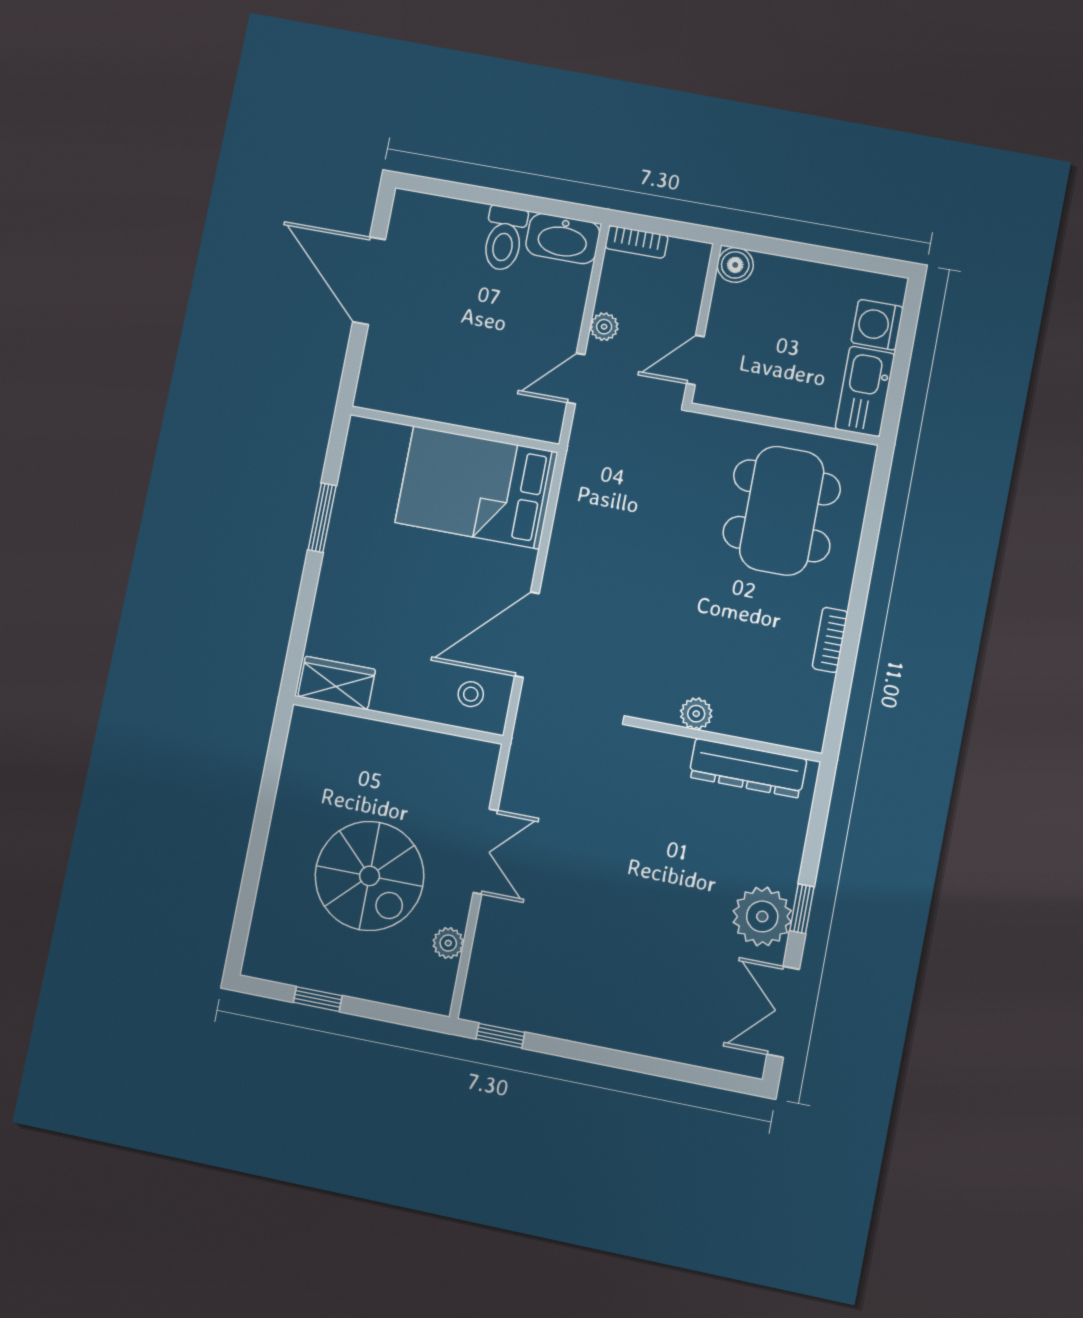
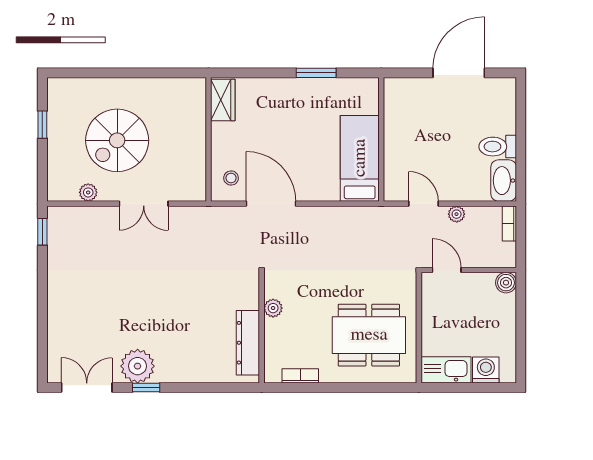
bed: (476, 487) -> (360, 158), width x0.67
plant: (696, 714) -> (273, 308), moved
wall: (726, 740) -> (262, 328), moved
dresser: (748, 768) -> (248, 343), moved

